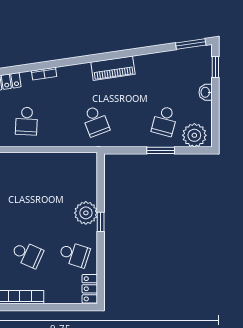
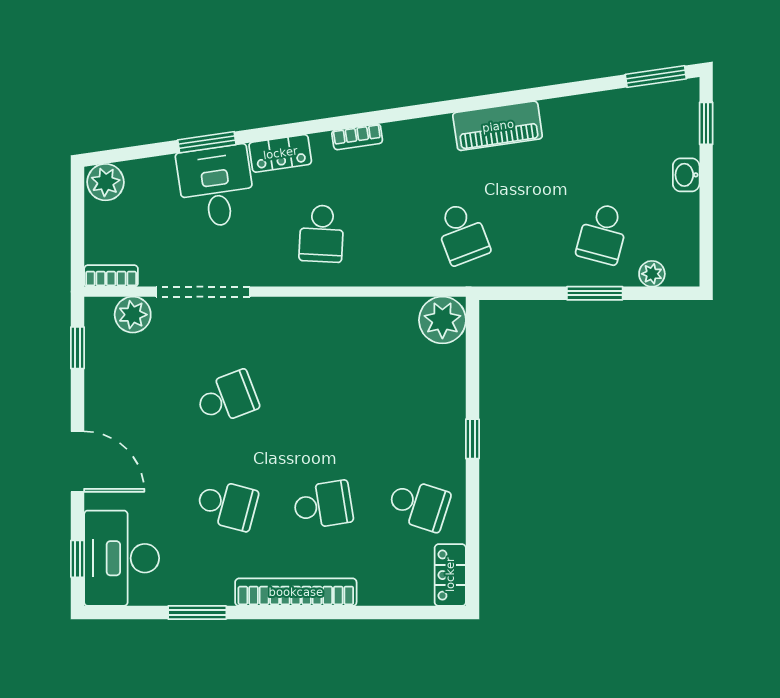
plant: (194, 135) -> (652, 274), width x0.53, depth x0.53
plant: (86, 213) -> (442, 320), moved
school desk: (27, 254) -> (323, 505), turned -33

